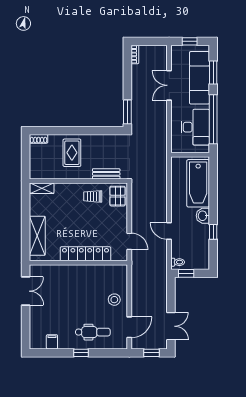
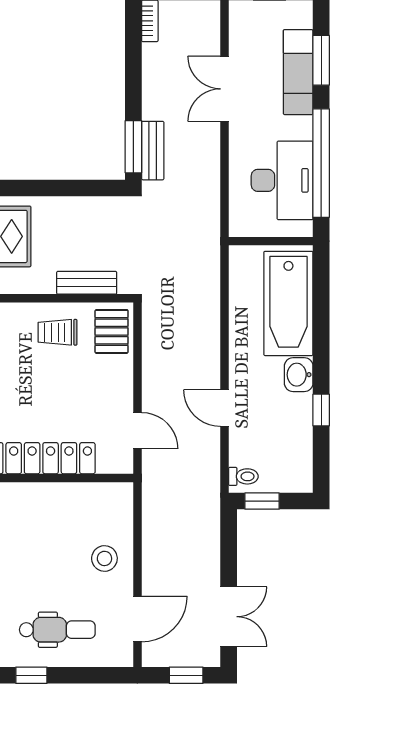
exam couch: (200, 78) -> (298, 72), width x0.73, depth x0.69
bench: (136, 114) -> (153, 151), added

